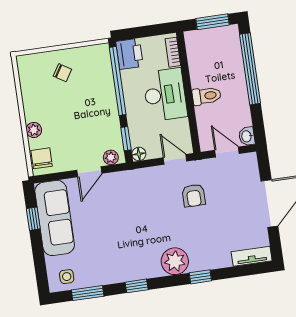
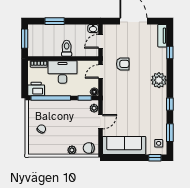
window: (250, 69) -> (55, 21), width x0.47
door: (89, 172) -> (100, 122), hinge flipped
window: (33, 219) -> (155, 158), moved
window: (200, 277) -> (170, 52), moved

